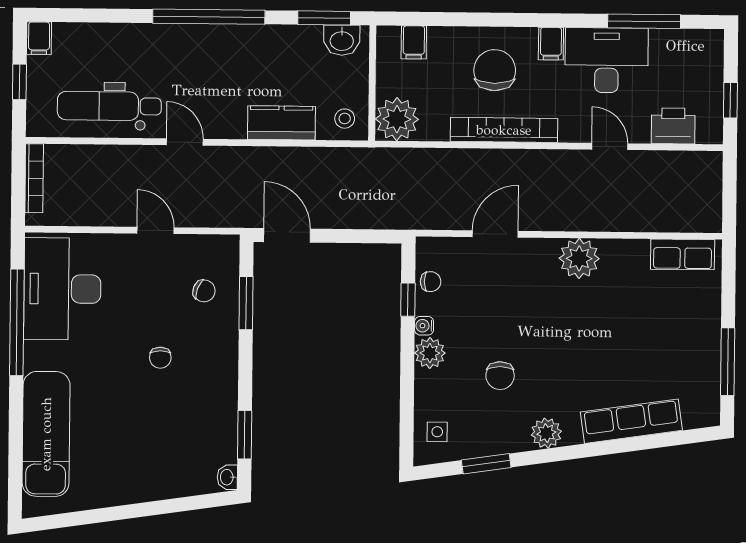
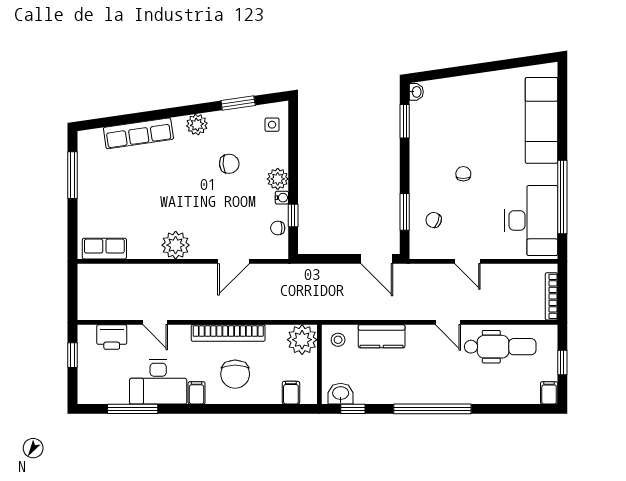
window: (324, 18) -> (353, 409), width x0.67
chair: (500, 376) -> (229, 164), turned 86

